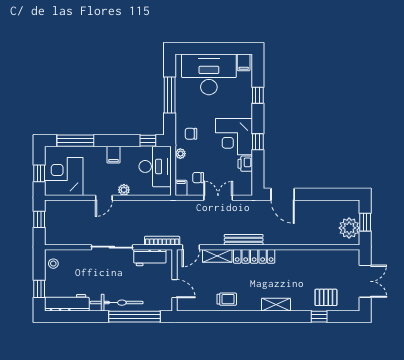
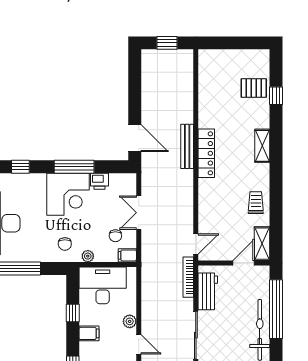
window: (148, 141) -> (73, 313), moved
window: (258, 142) -> (74, 167), width x2.17
door: (283, 194) -> (135, 138), hinge flipped
plant: (349, 228) -> (174, 61), removed
bench: (244, 240) -> (187, 146), moved
door: (191, 247) -> (196, 244), hinge flipped
shelving: (217, 256) -> (262, 244), moved
locker: (254, 256) -> (206, 153), moved
double door: (365, 281) -> (235, 43), removed
pallet: (326, 297) -> (254, 88), turned 90

